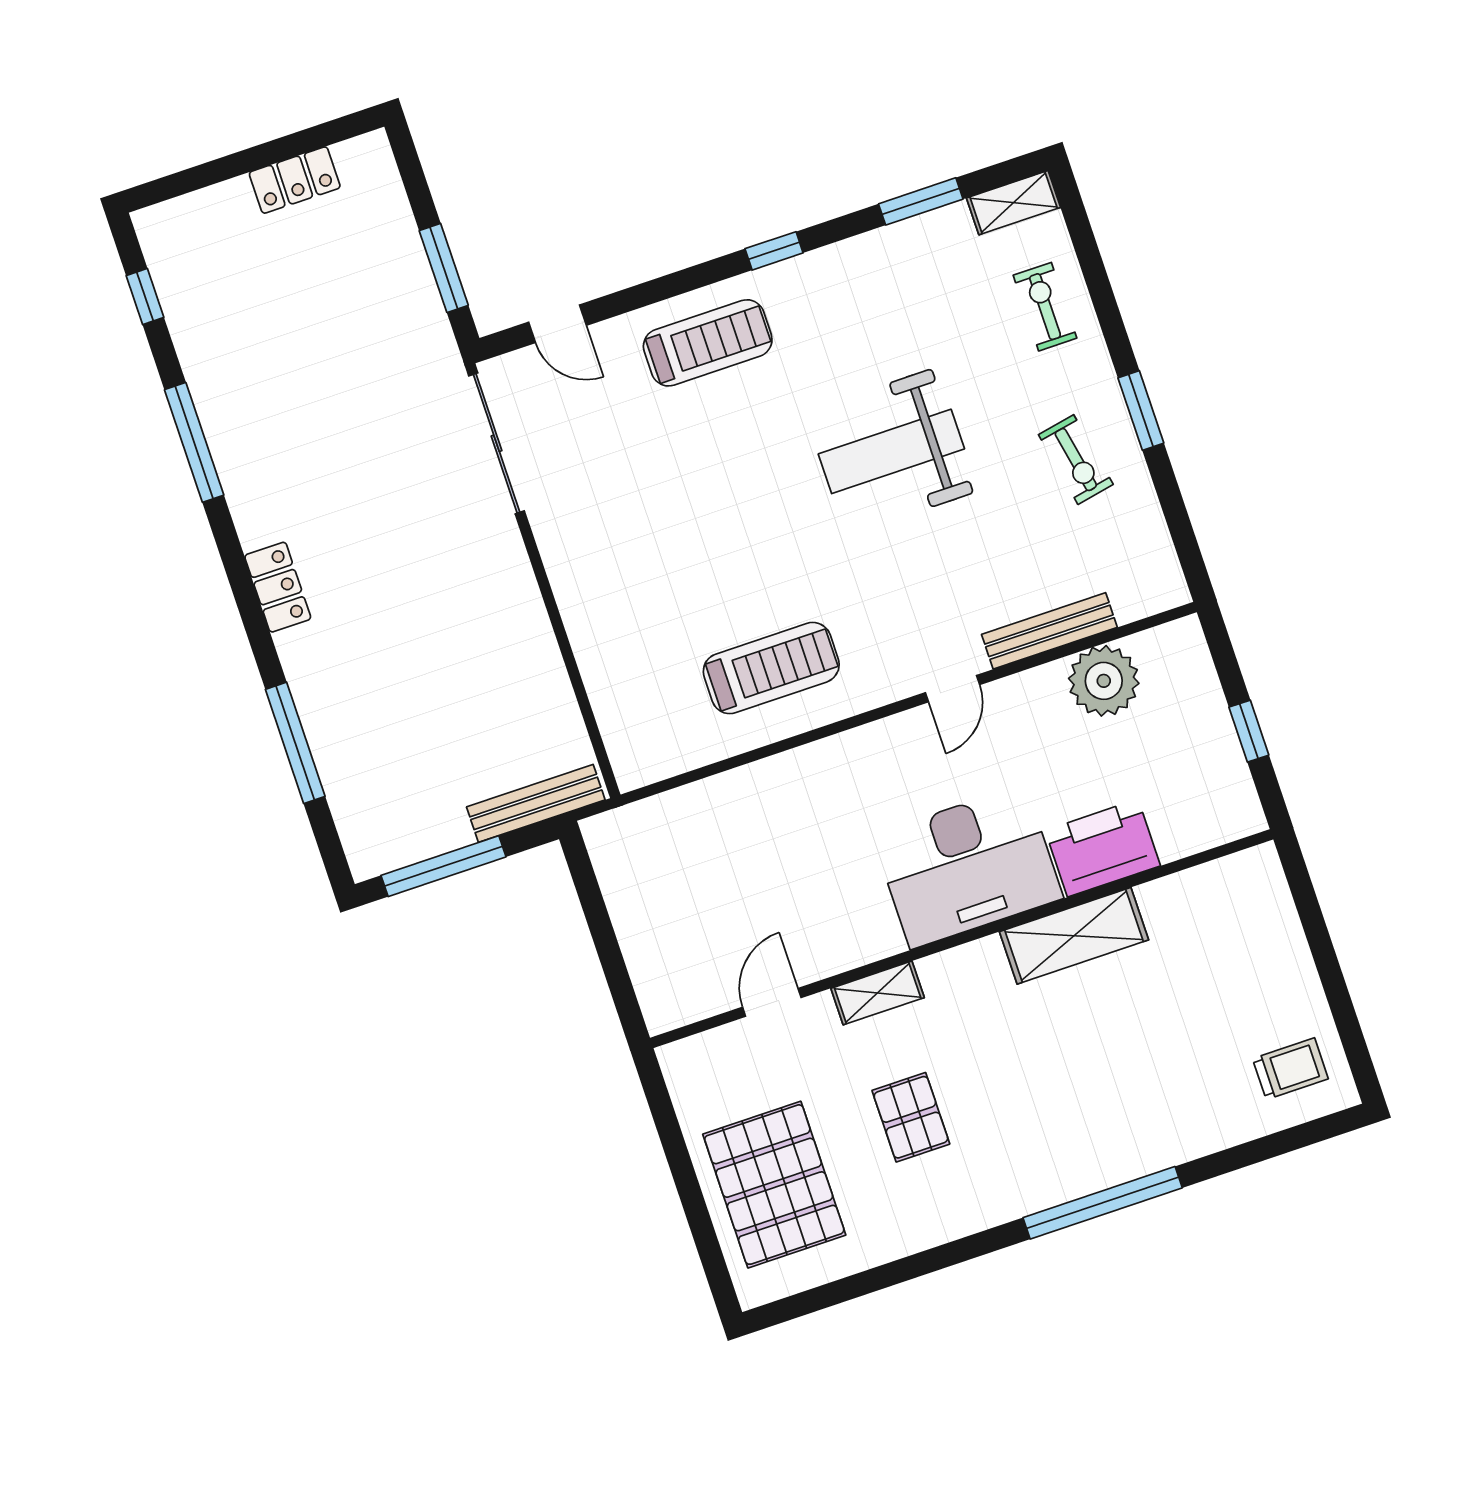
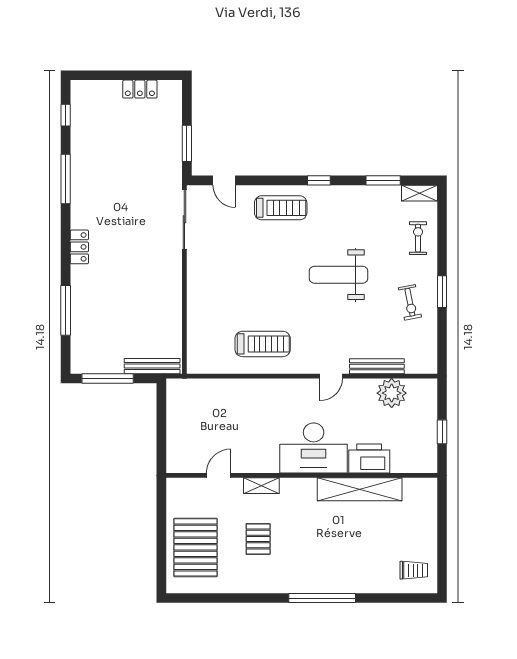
shelving: (1074, 936) -> (360, 489), width x1.47

